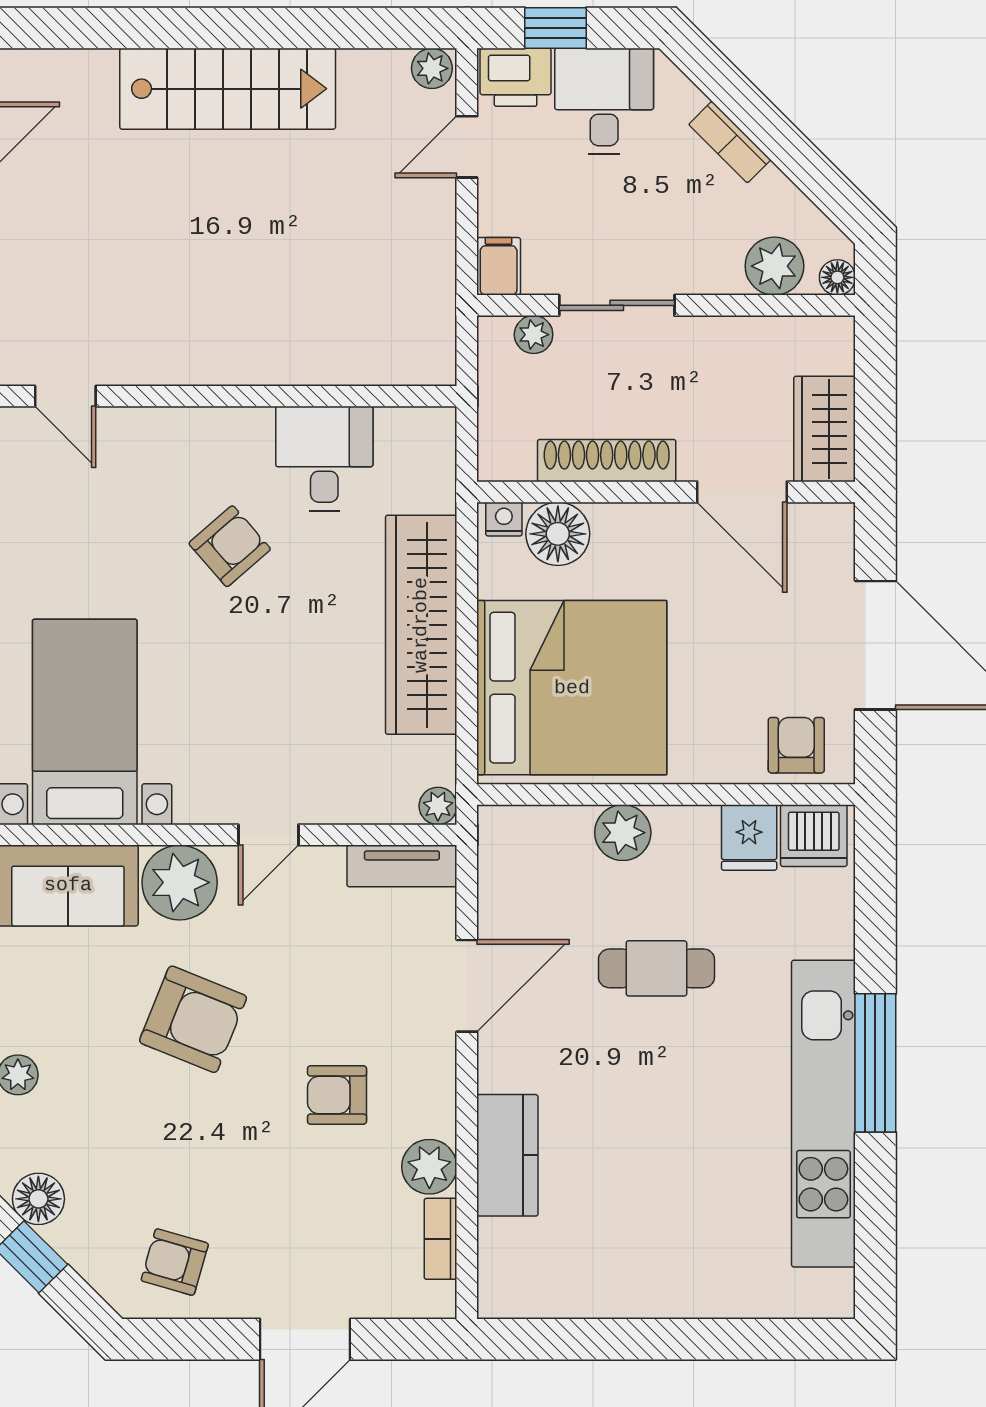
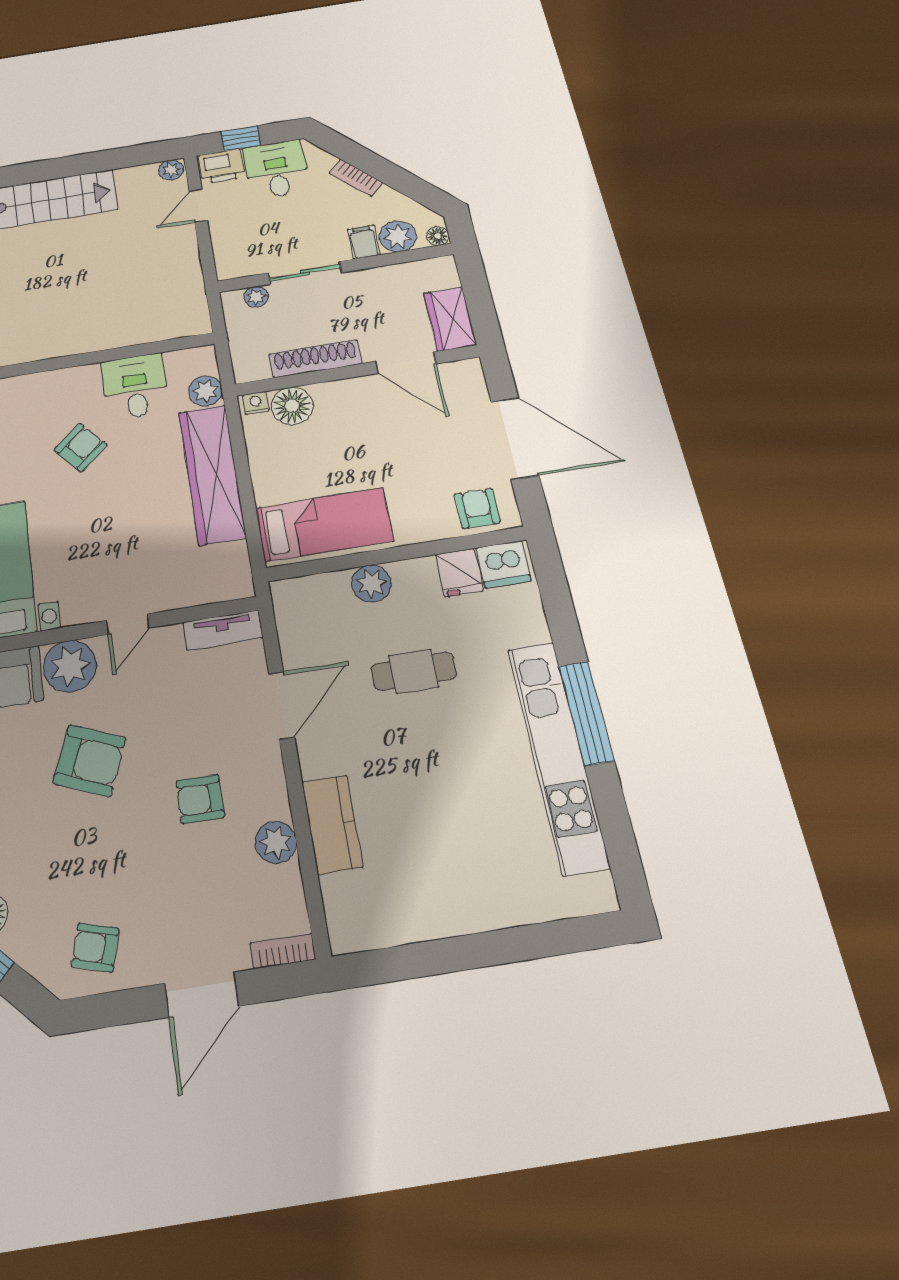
filing cabinet: (499, 266) -> (364, 242), moved
bed: (572, 688) -> (324, 525), width x0.49
plant: (438, 806) -> (206, 391), moved, width x1.38, depth x1.38
bookcase: (441, 1239) -> (283, 951), moved, turned 90

